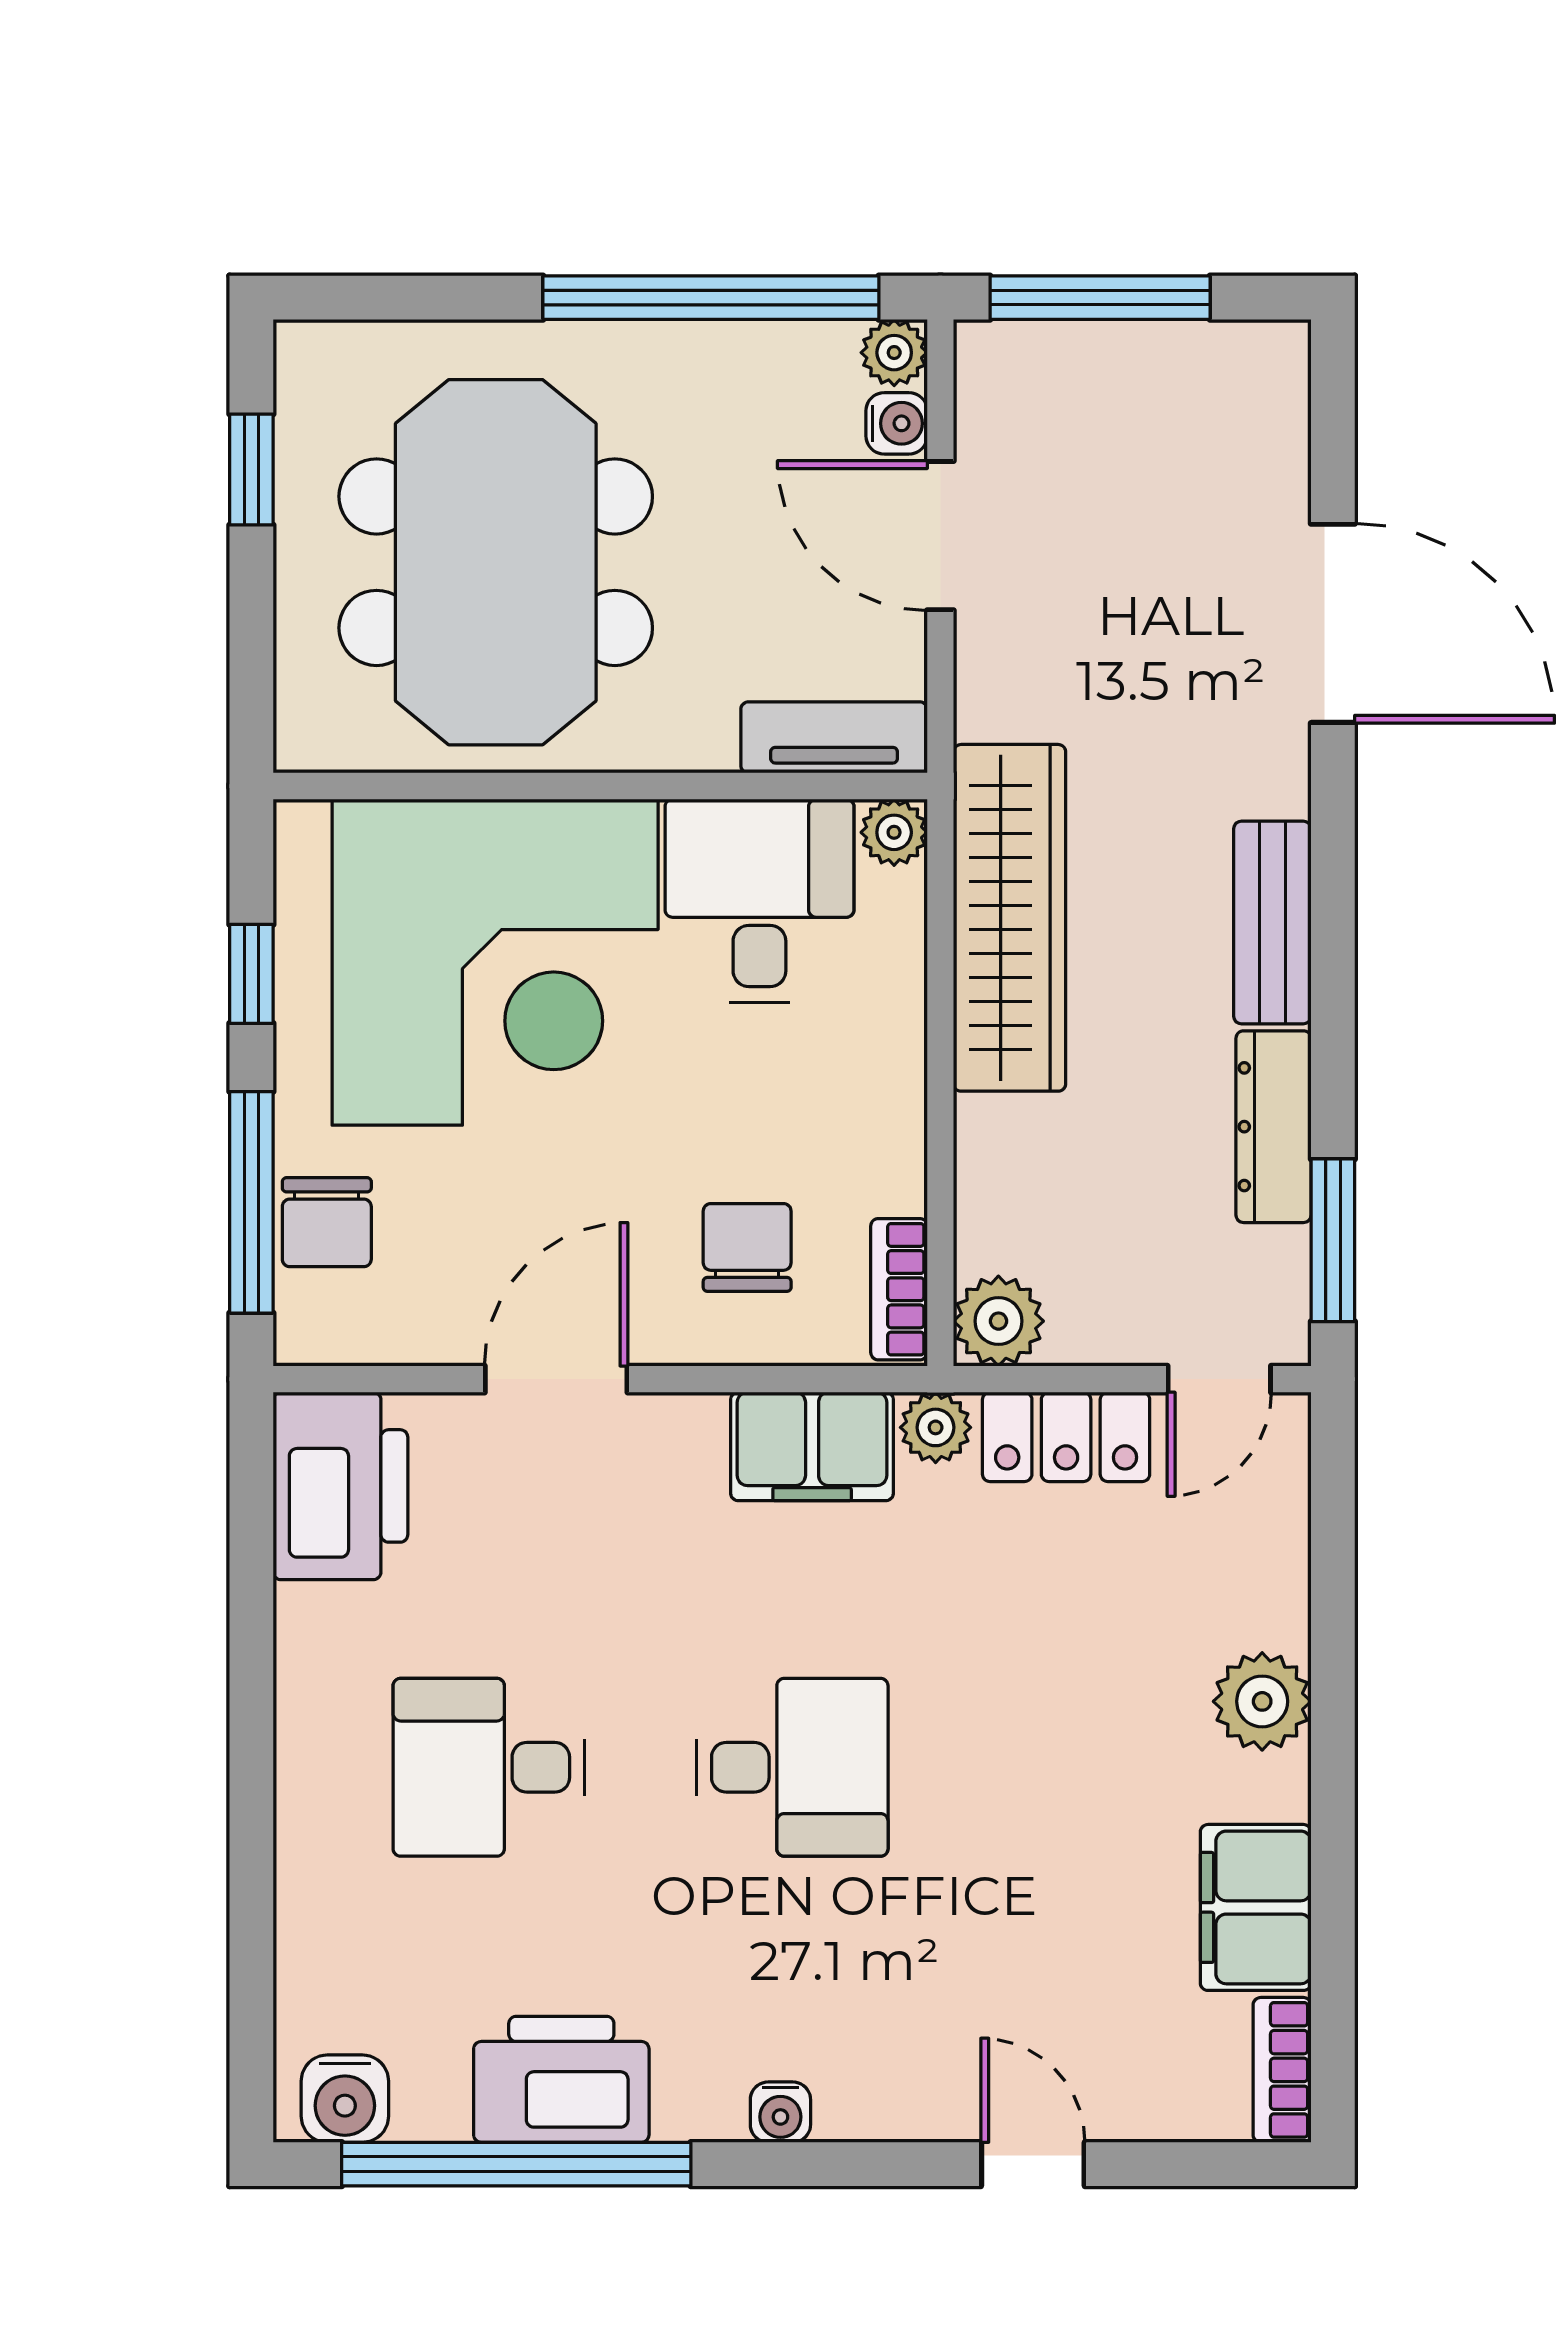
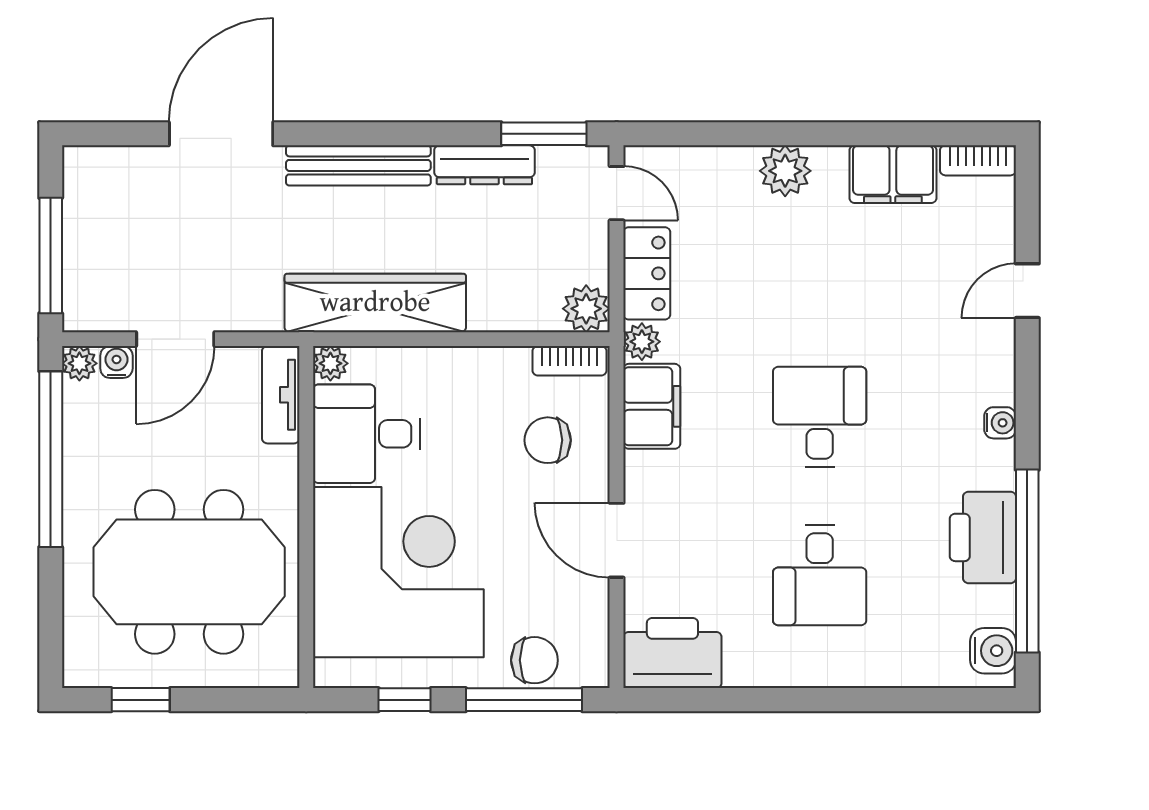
bench: (1272, 923) -> (358, 165), width x1.36

